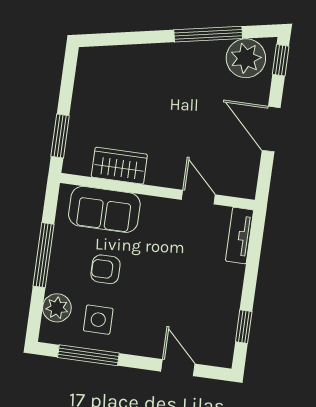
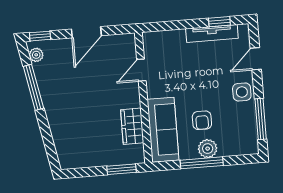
plant: (246, 58) -> (36, 55), width x0.53, depth x0.53
sofa: (104, 209) -> (163, 130), width x1.36
tv unit: (240, 235) -> (212, 33), moved, width x1.41
plant: (57, 308) -> (208, 149), moved
side table: (98, 320) -> (242, 92), moved

